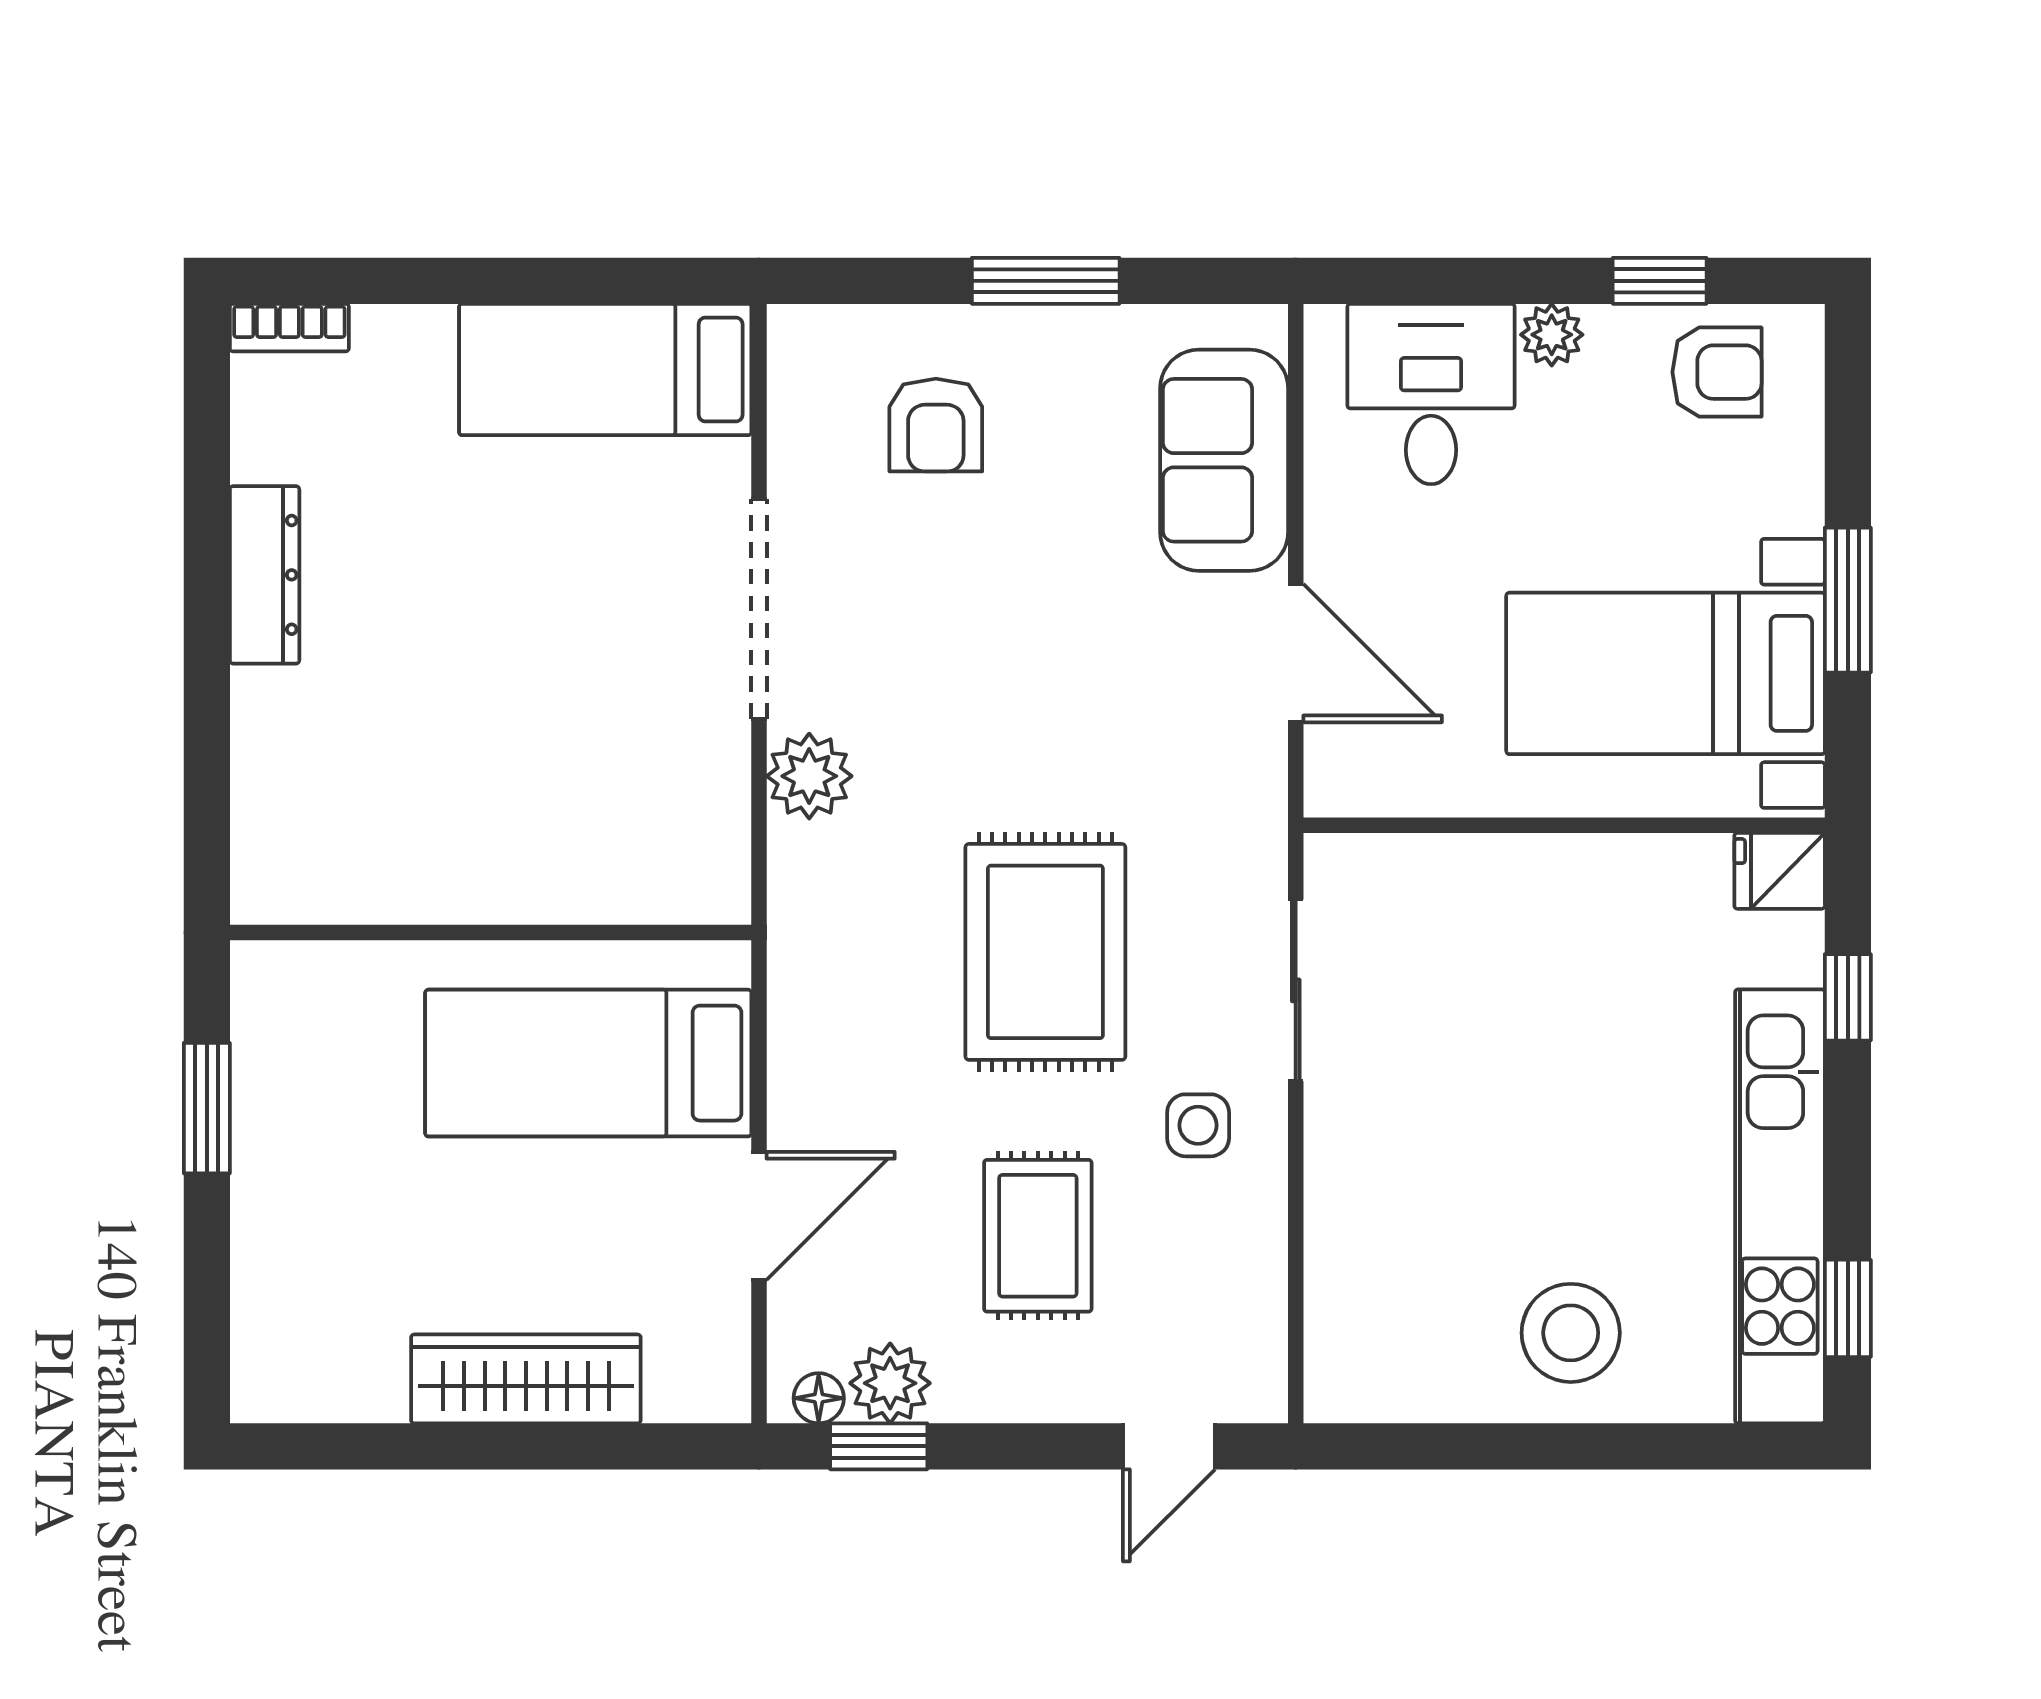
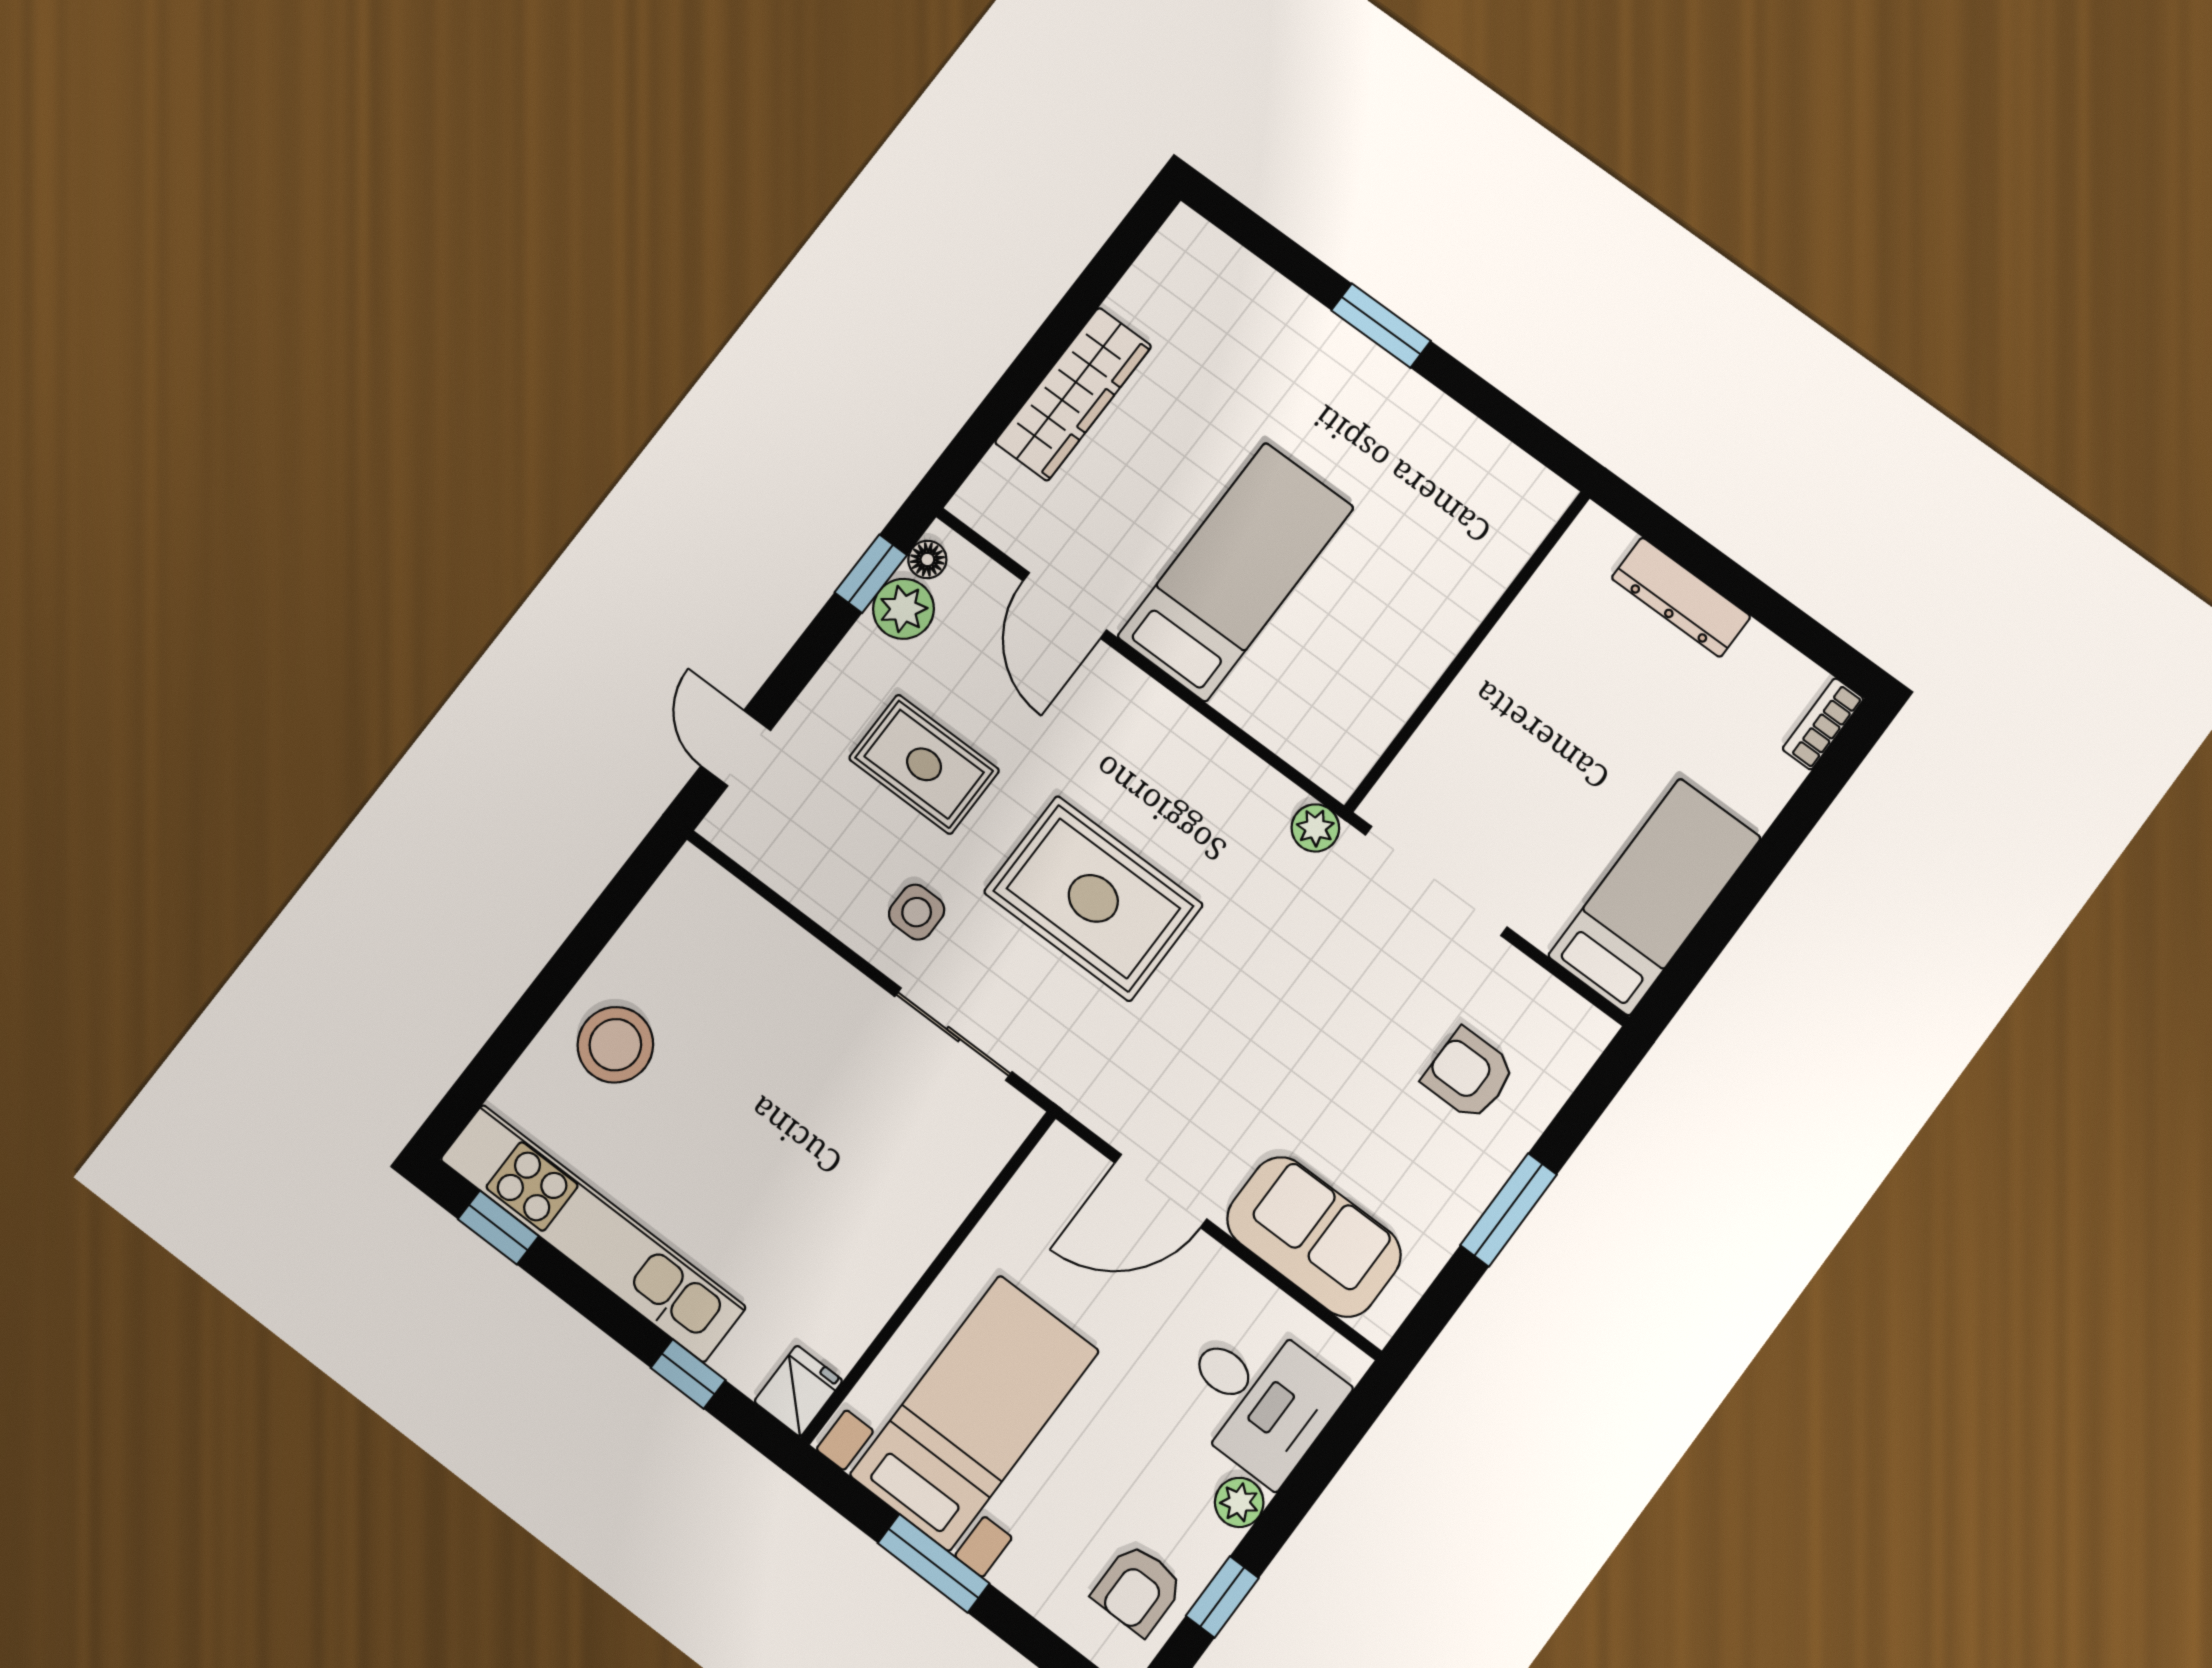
plant: (809, 776) -> (1315, 828), width x0.73, depth x0.73
wall: (491, 933) -> (1467, 651), moved

